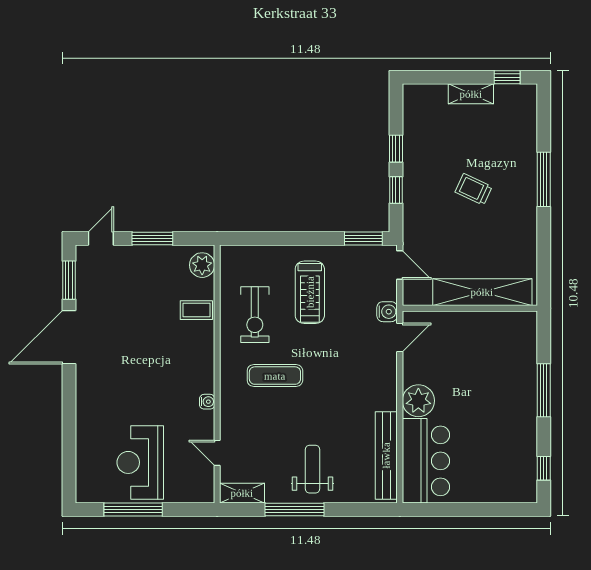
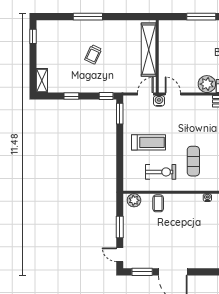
shelving: (471, 94) -> (42, 81), moved
window: (396, 190) -> (106, 96), moved
door: (400, 265) -> (145, 94), moved

